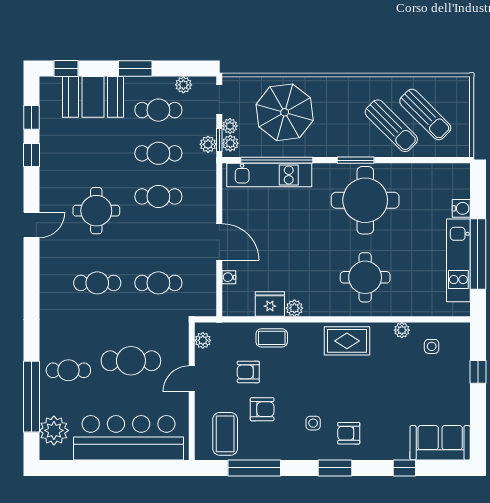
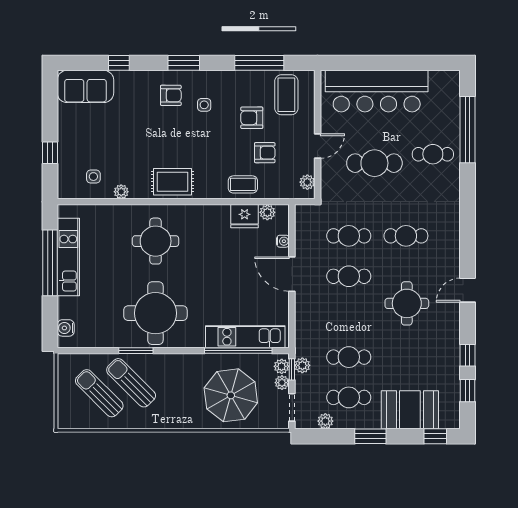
window: (356, 160) -> (136, 351), moved
cafe table: (158, 196) -> (349, 276), moved
water cooler: (461, 208) -> (66, 328), moved
plant: (294, 308) -> (267, 212), moved
plant: (54, 430) -> (446, 98), removed

